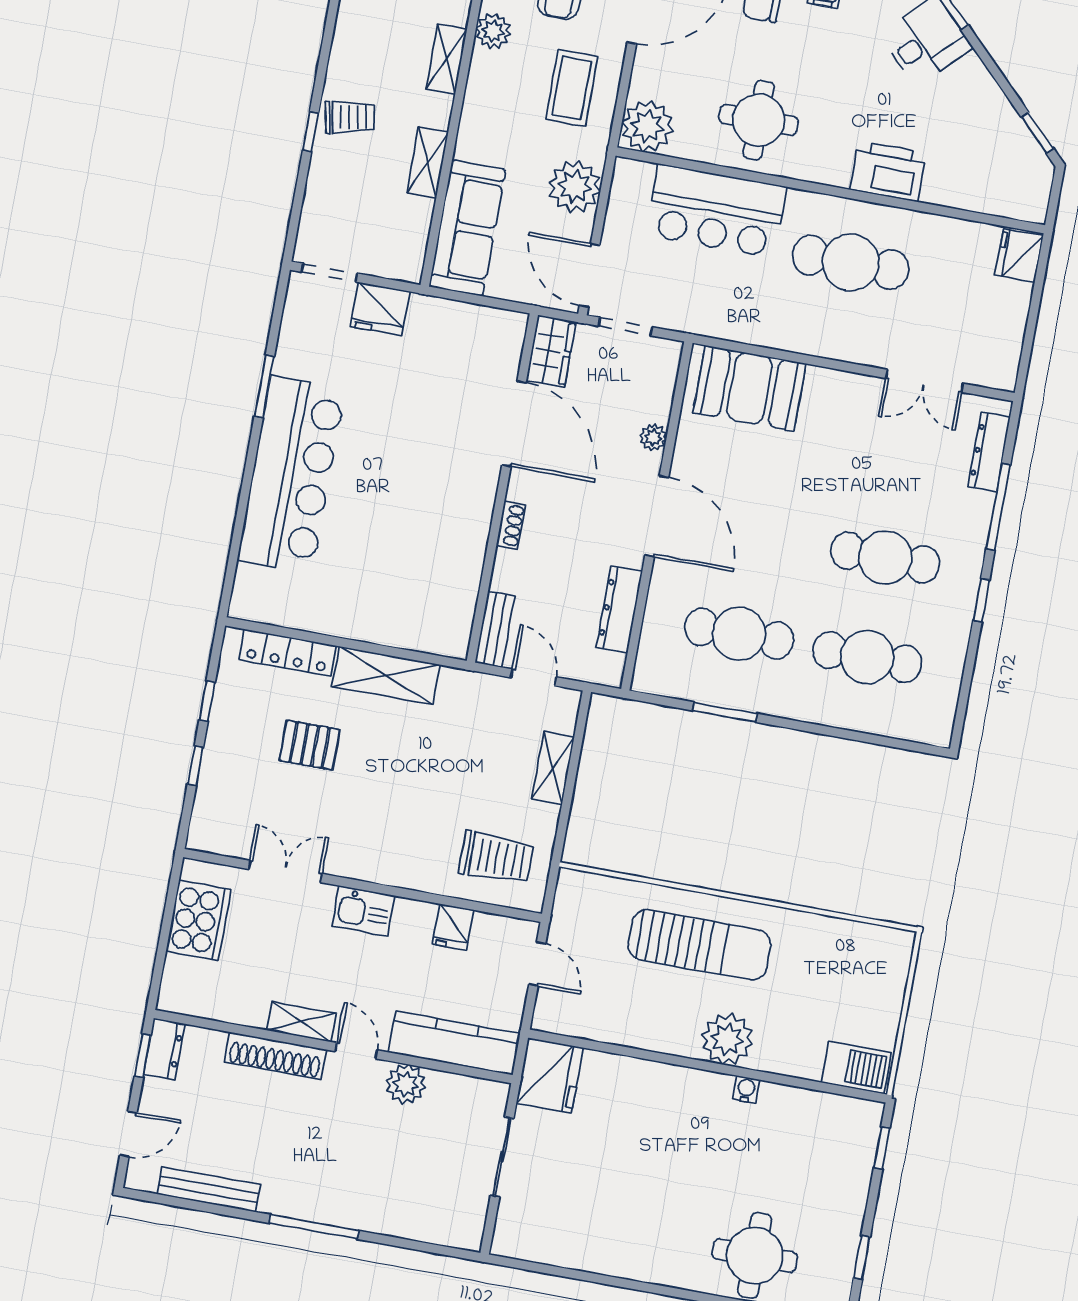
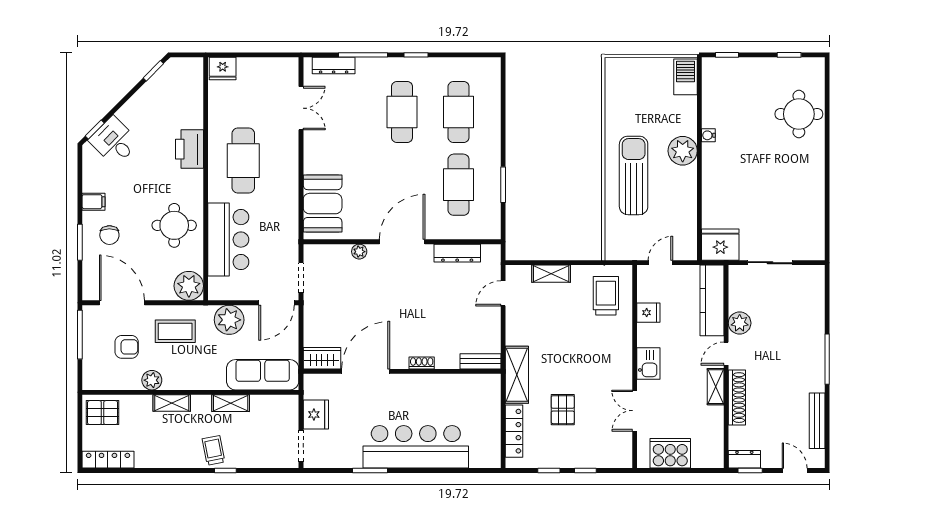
wardrobe: (551, 351) -> (322, 358), moved
door: (514, 424) -> (366, 371), moved
wall: (502, 488) -> (402, 371), moved
shoe rack: (511, 525) -> (422, 363), moved
bench: (495, 629) -> (481, 361), moved

